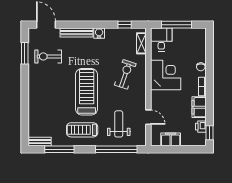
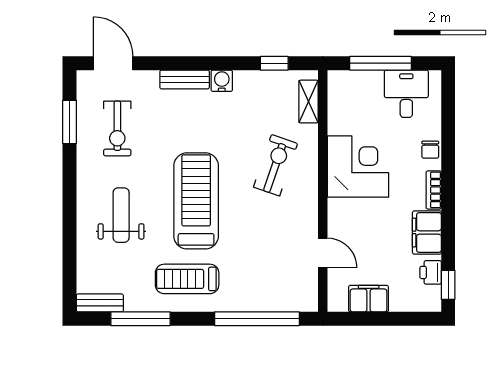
bench: (77, 33) -> (185, 80), width x0.73
desk: (161, 40) -> (406, 94), moved
exercise bike: (48, 56) -> (117, 128), turned -90
weight bench: (119, 124) -> (121, 215), moved

